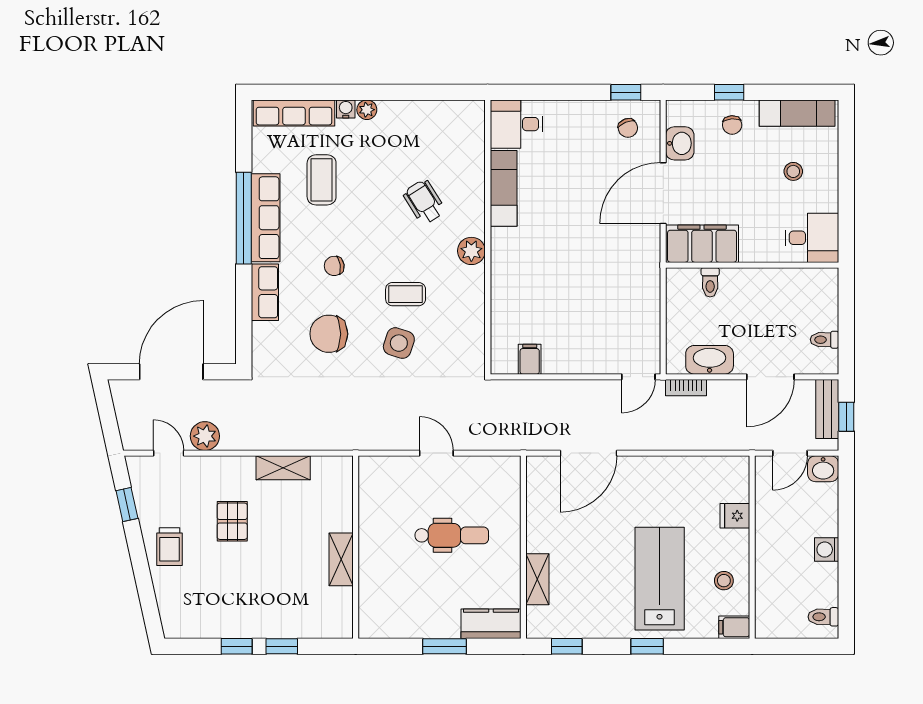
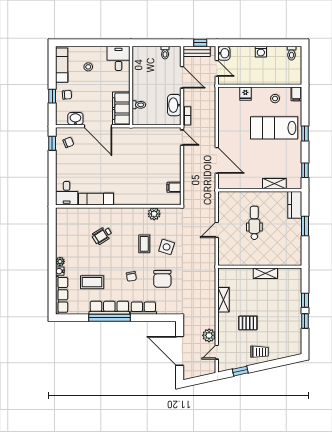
plant: (471, 251) -> (154, 214), moved

